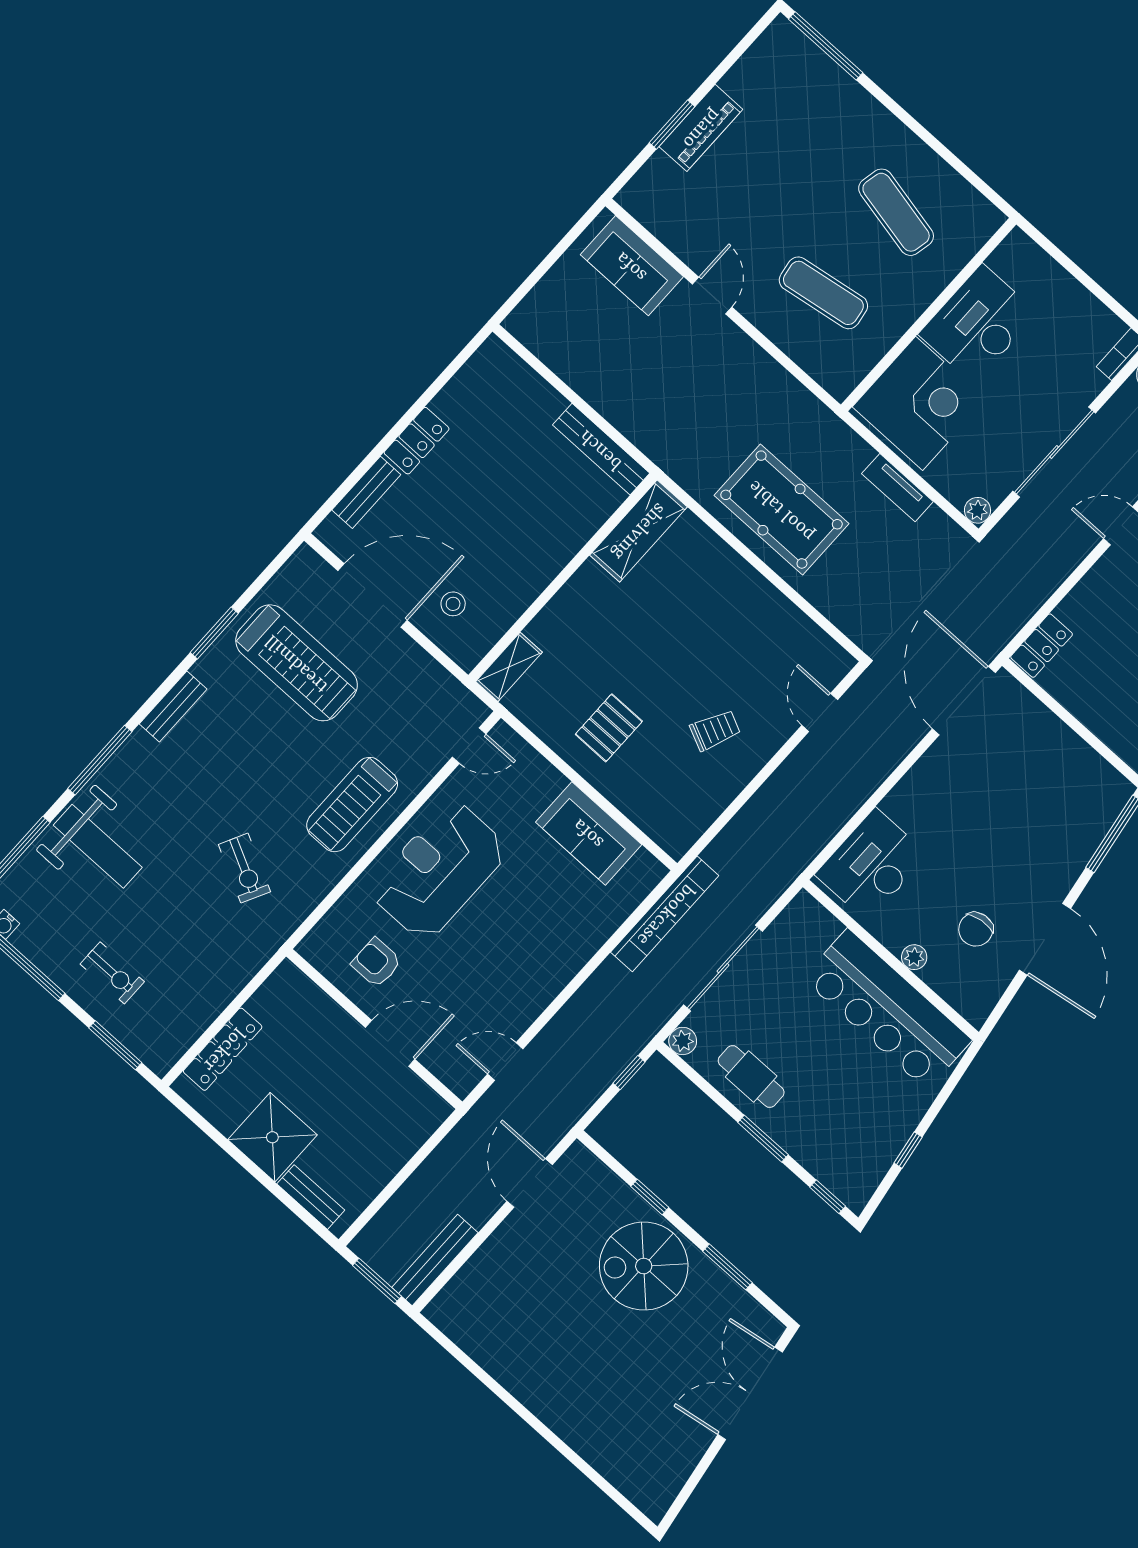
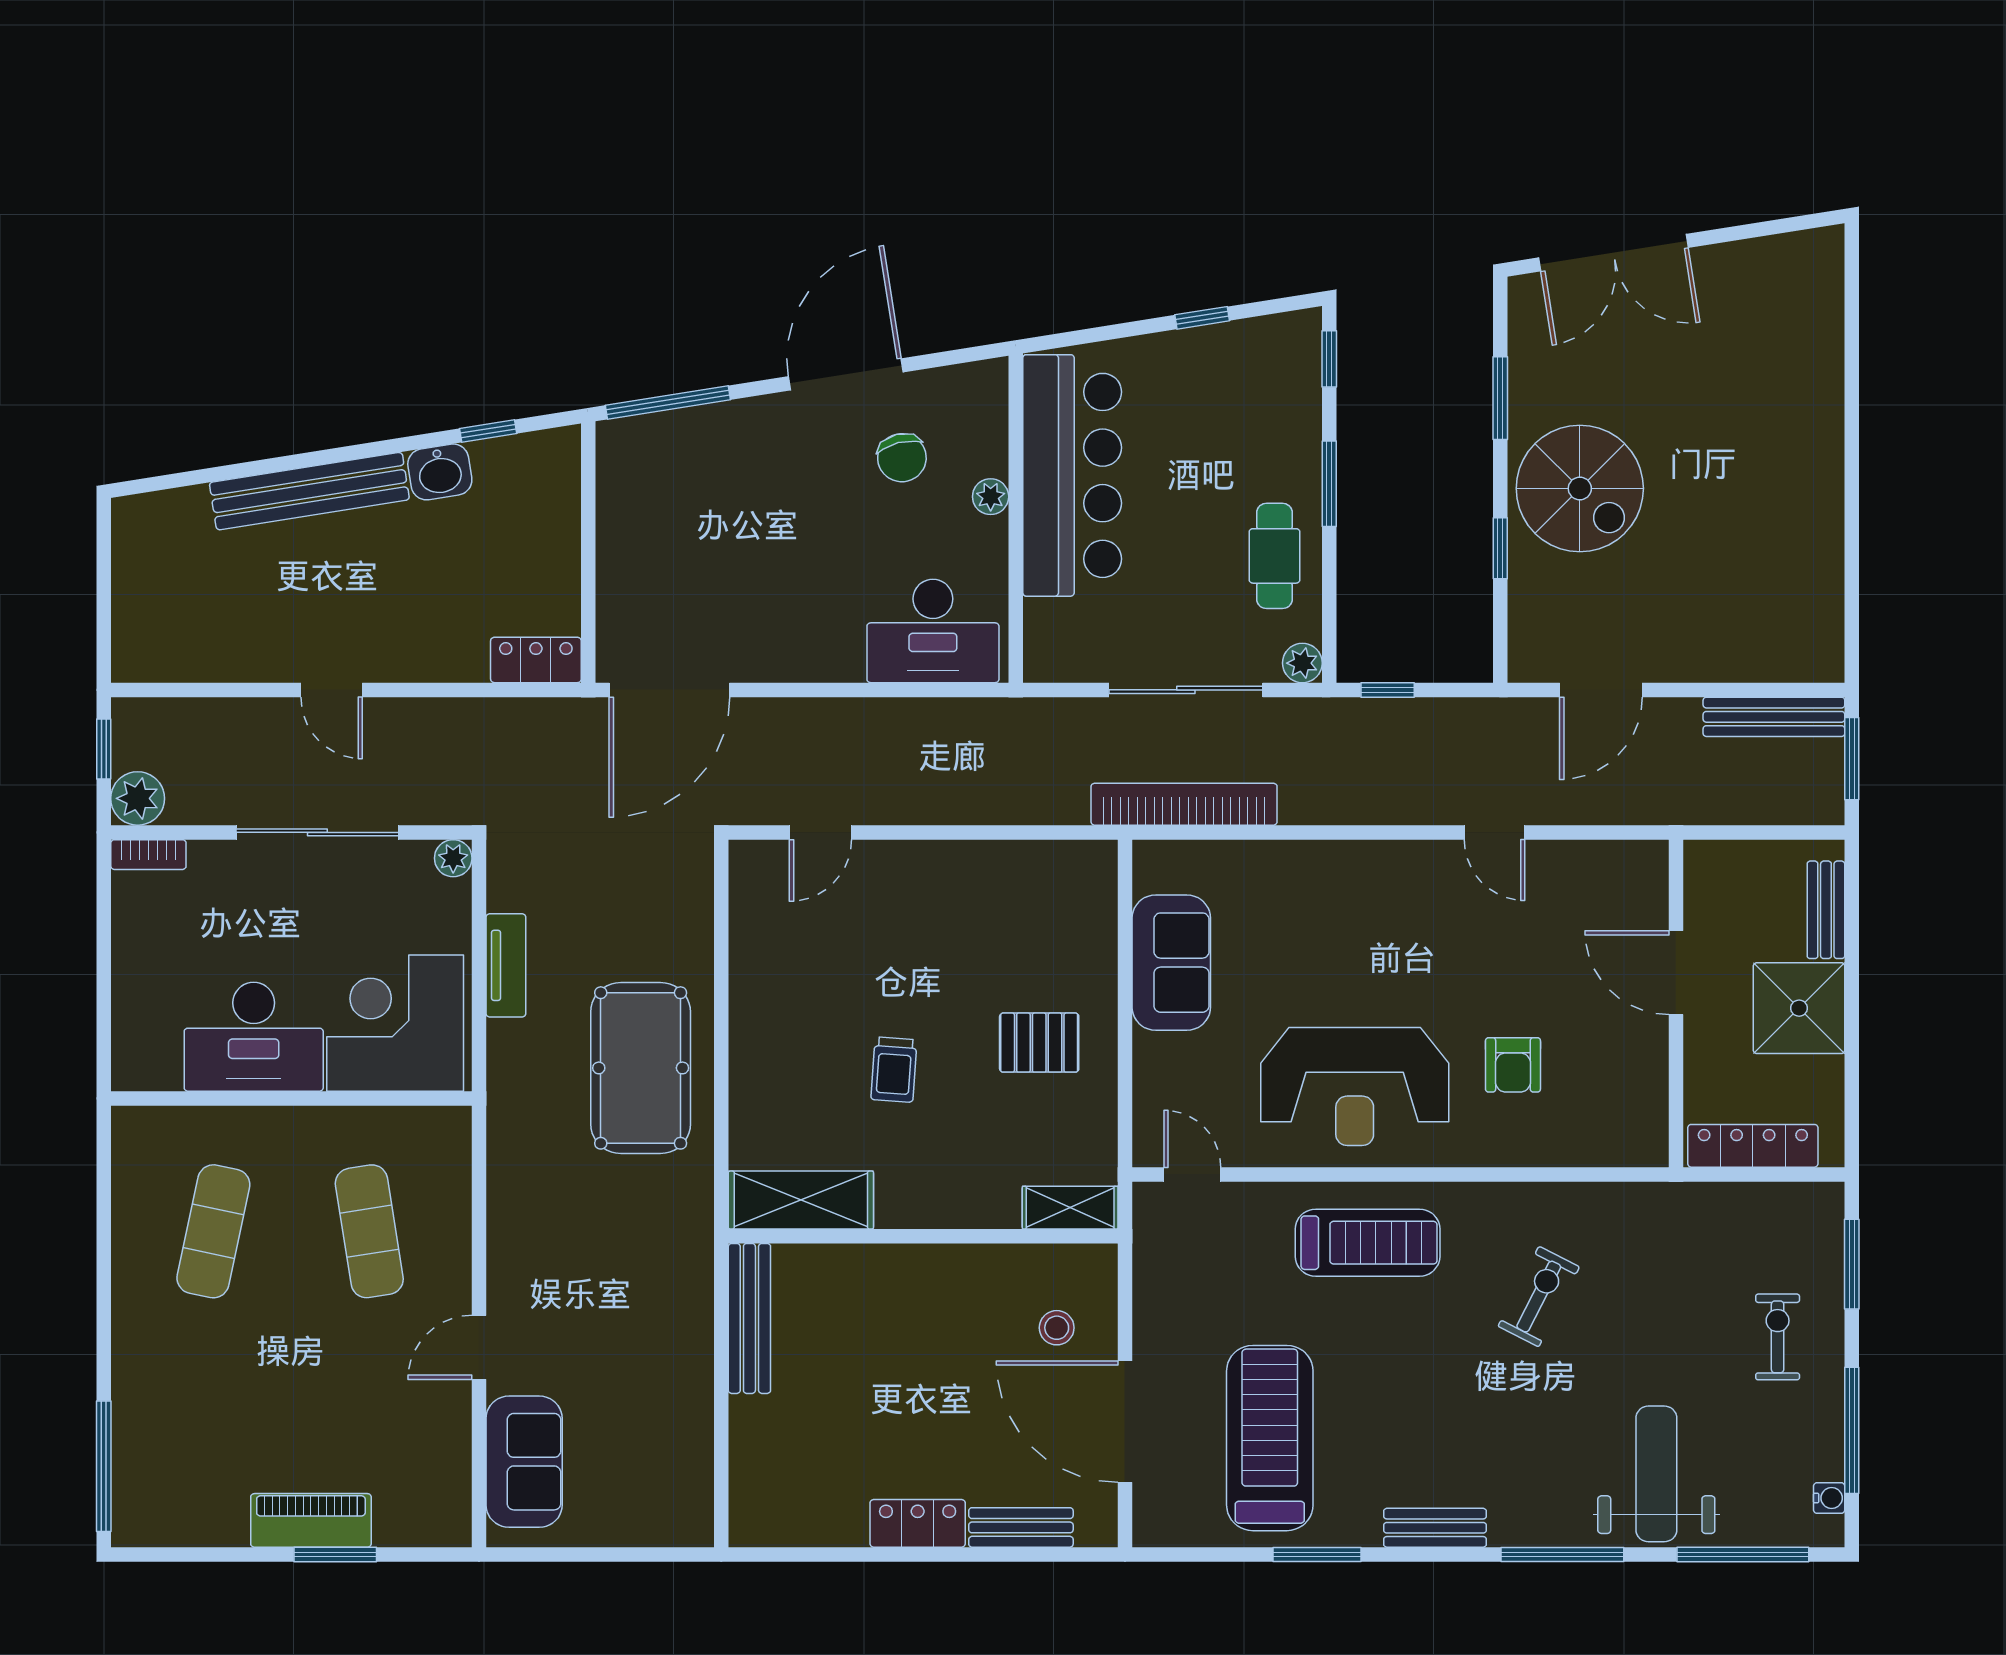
trolley: (715, 730) -> (894, 1070), moved, turned -111
chair: (976, 929) -> (902, 458), turned 83
wall: (374, 1029) -> (1676, 1003), moved
door: (390, 1043) -> (1676, 973), moved

